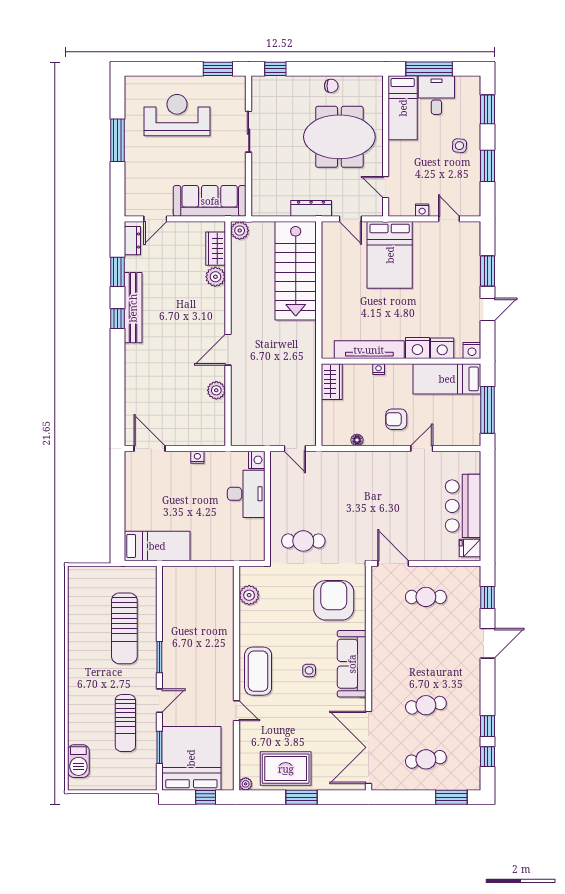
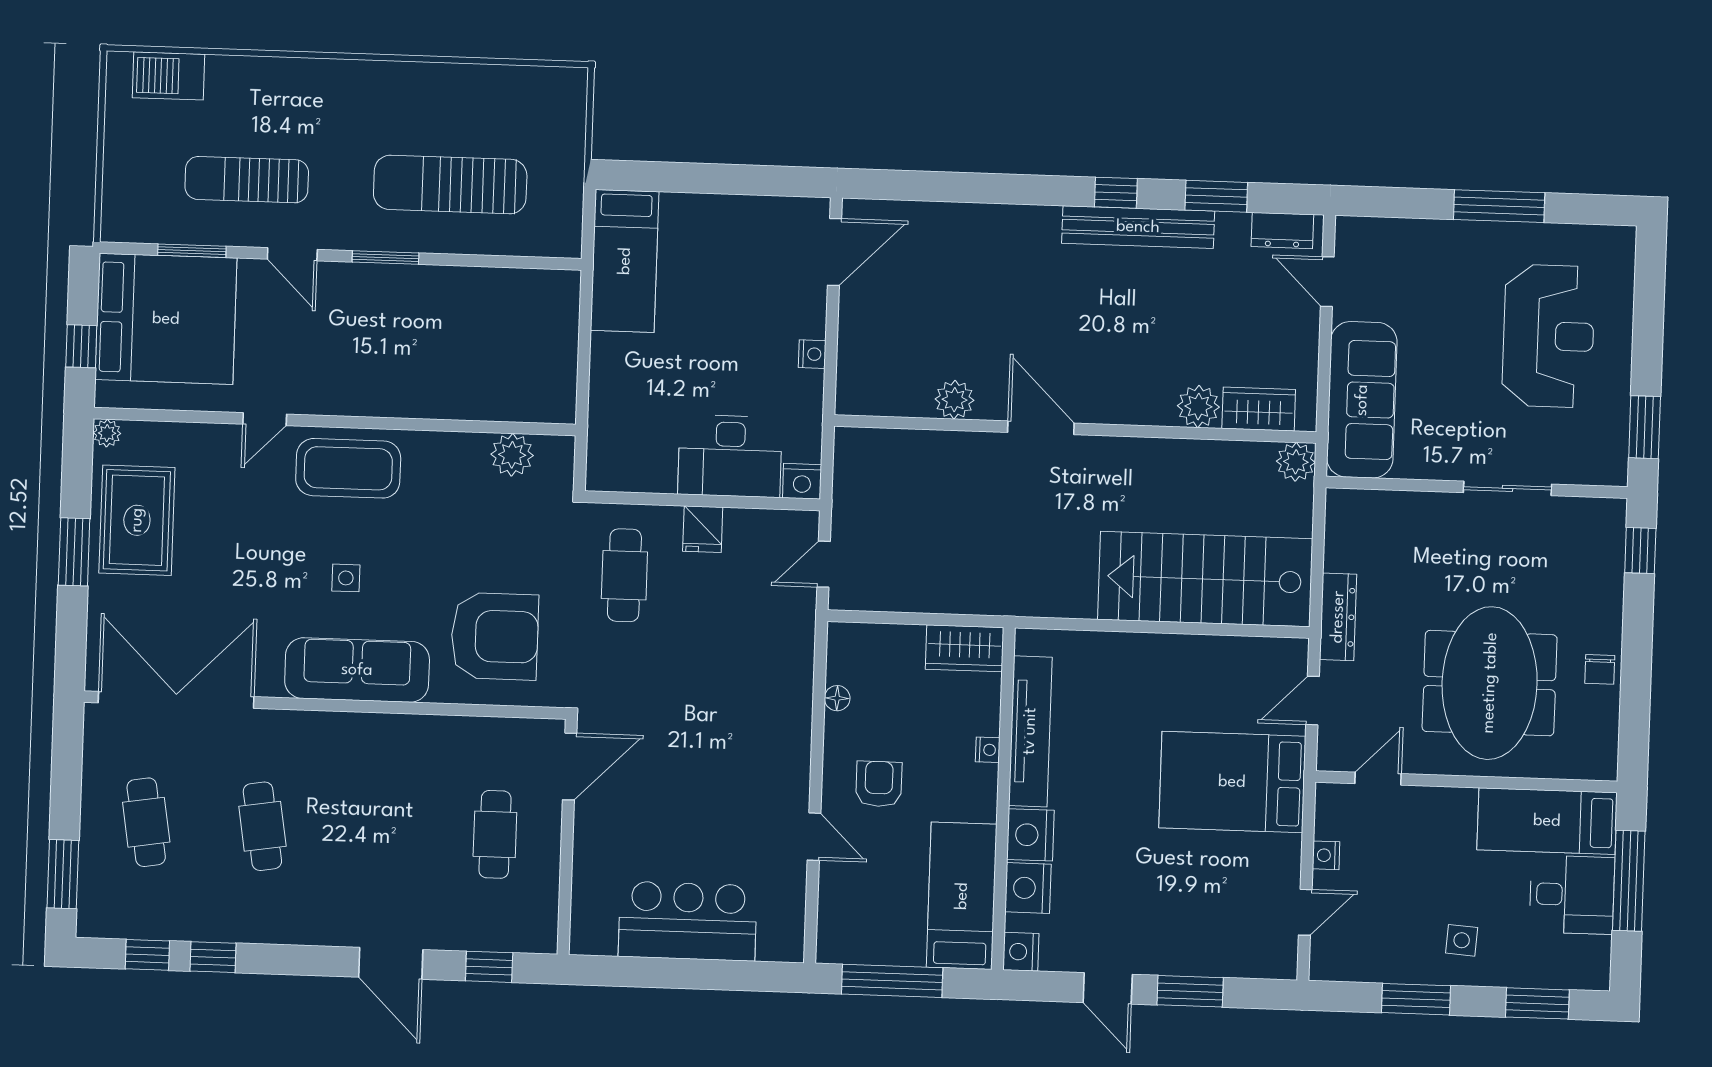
fridge: (470, 548) -> (703, 529), moved, turned 180

